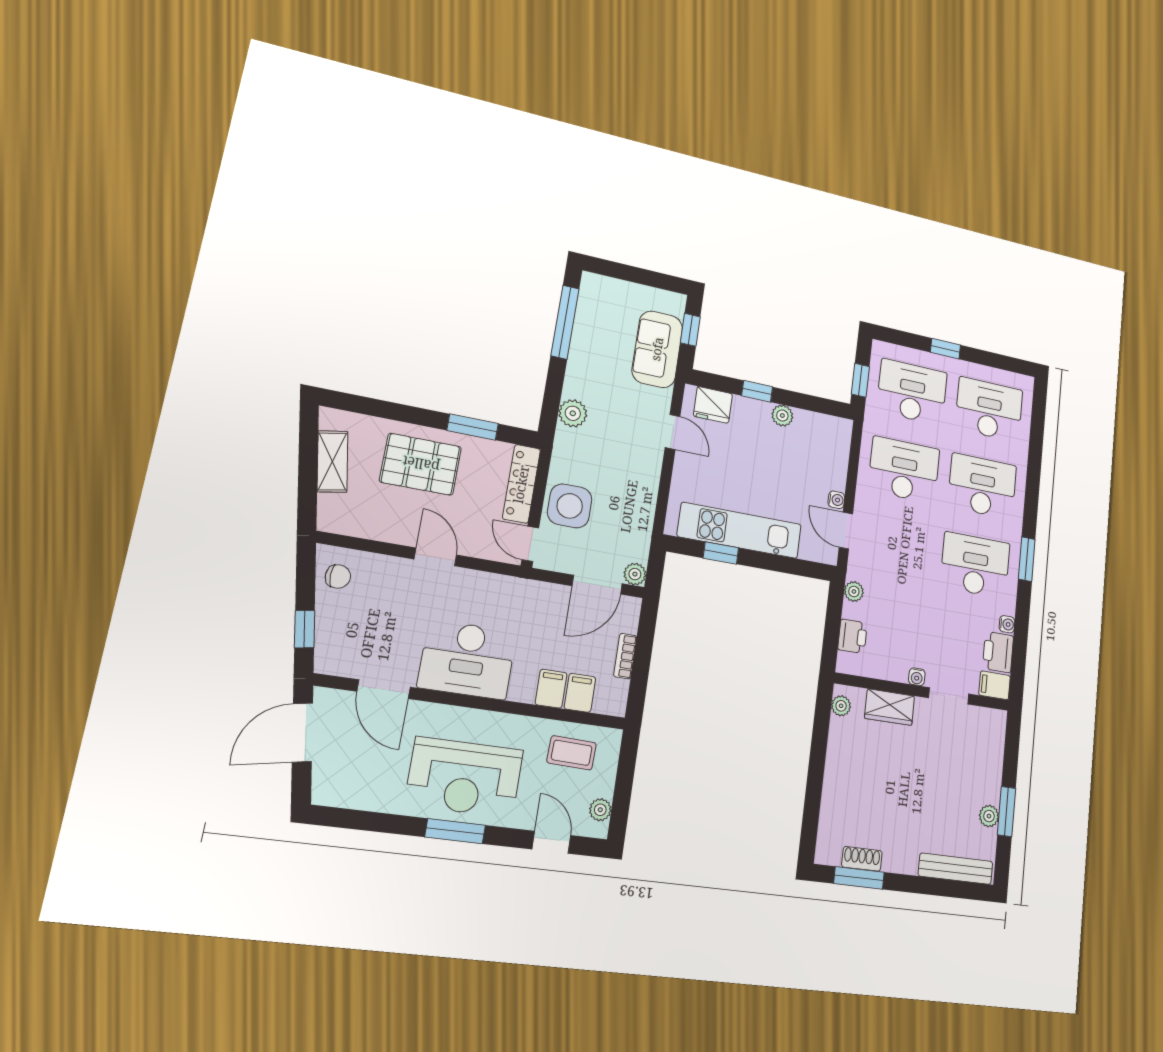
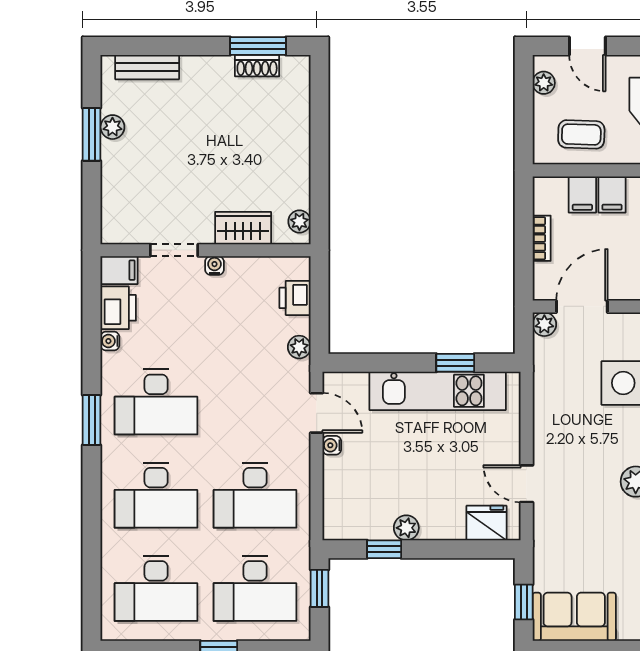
sofa: (657, 349) -> (574, 617), moved, turned -90
window: (757, 391) -> (384, 549), moved
bench: (956, 869) -> (147, 67), width x0.73

